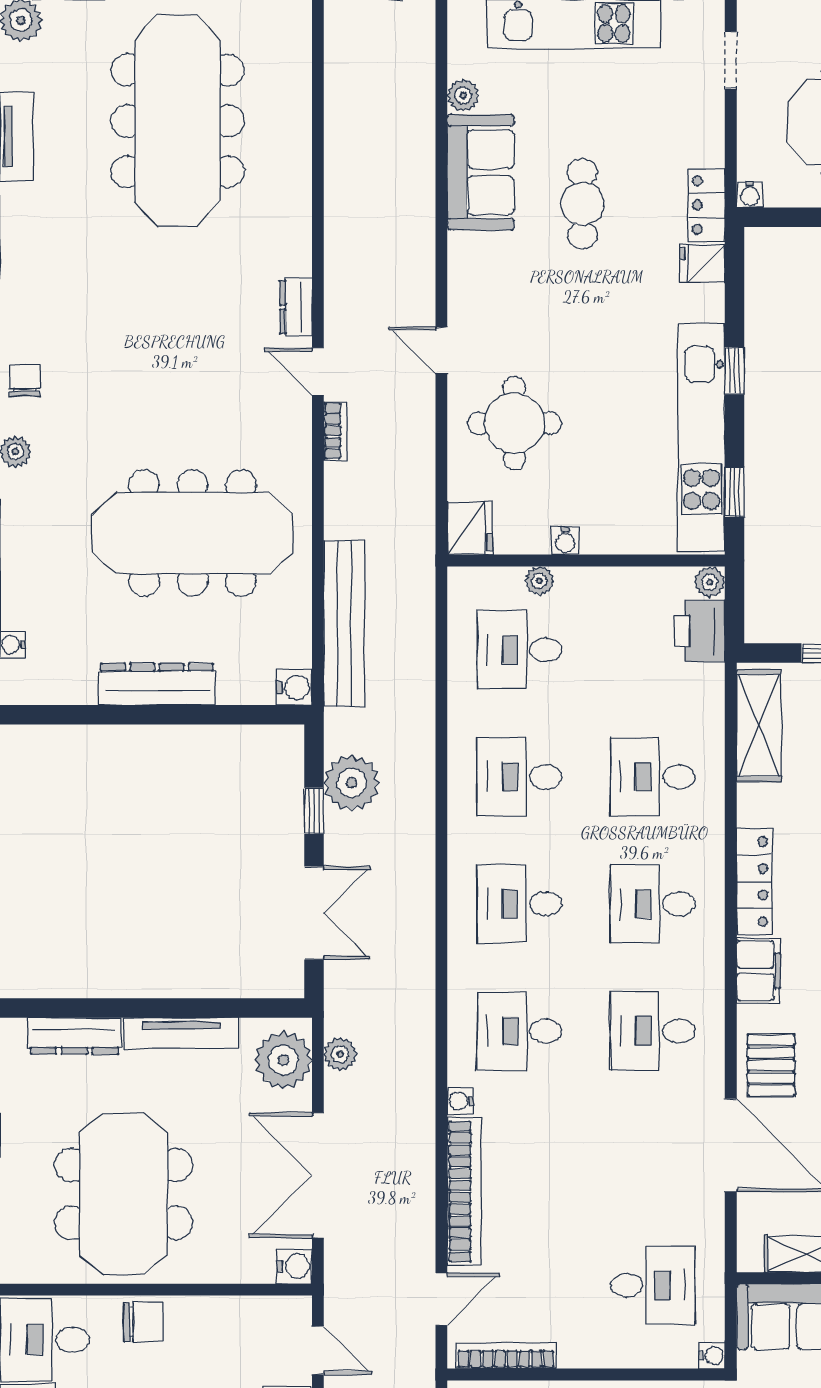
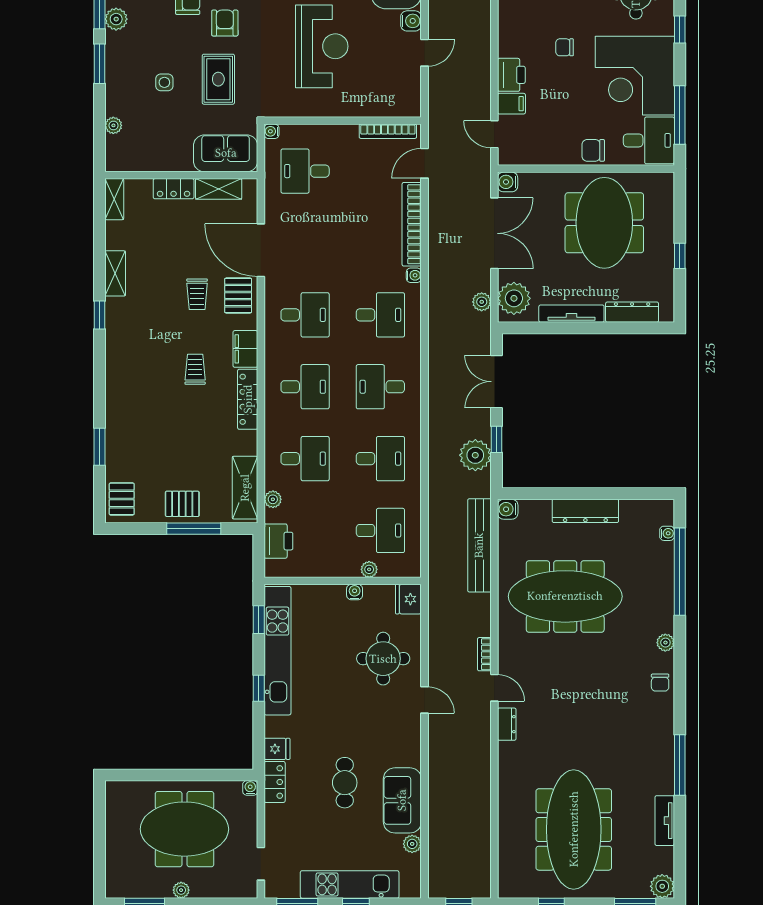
plant: (710, 582) -> (273, 499), moved
desk: (519, 904) -> (380, 387), turned 180

